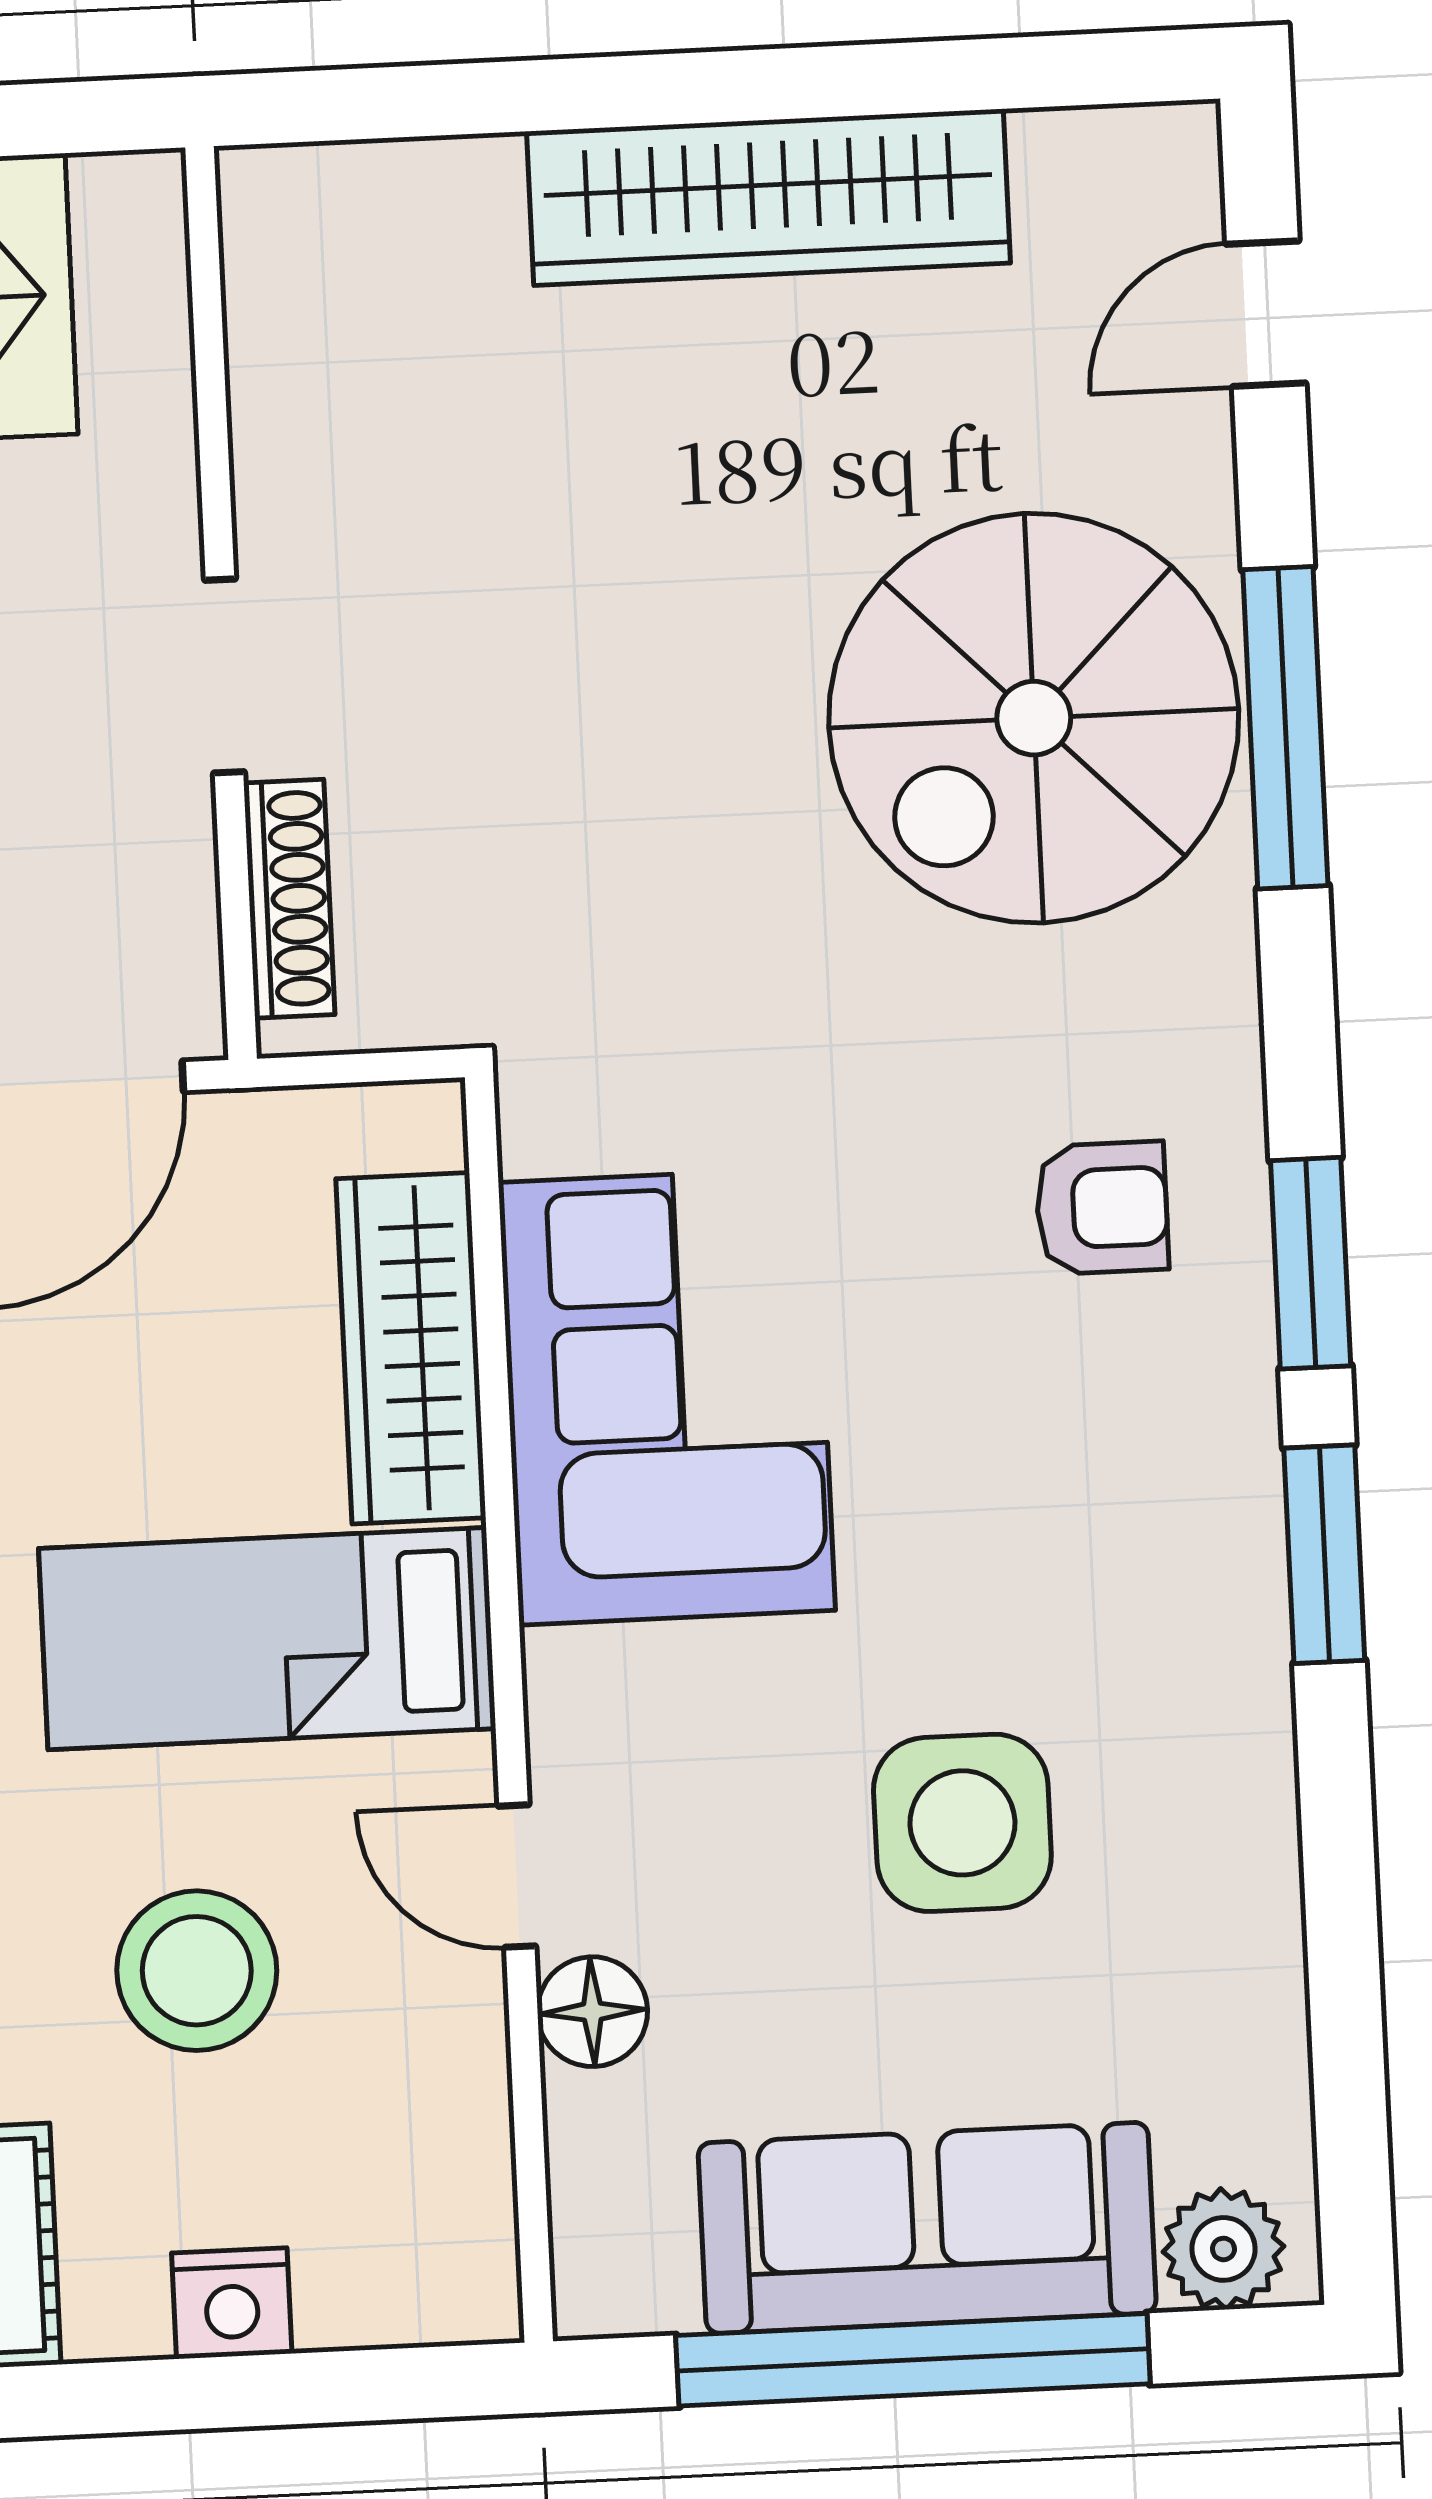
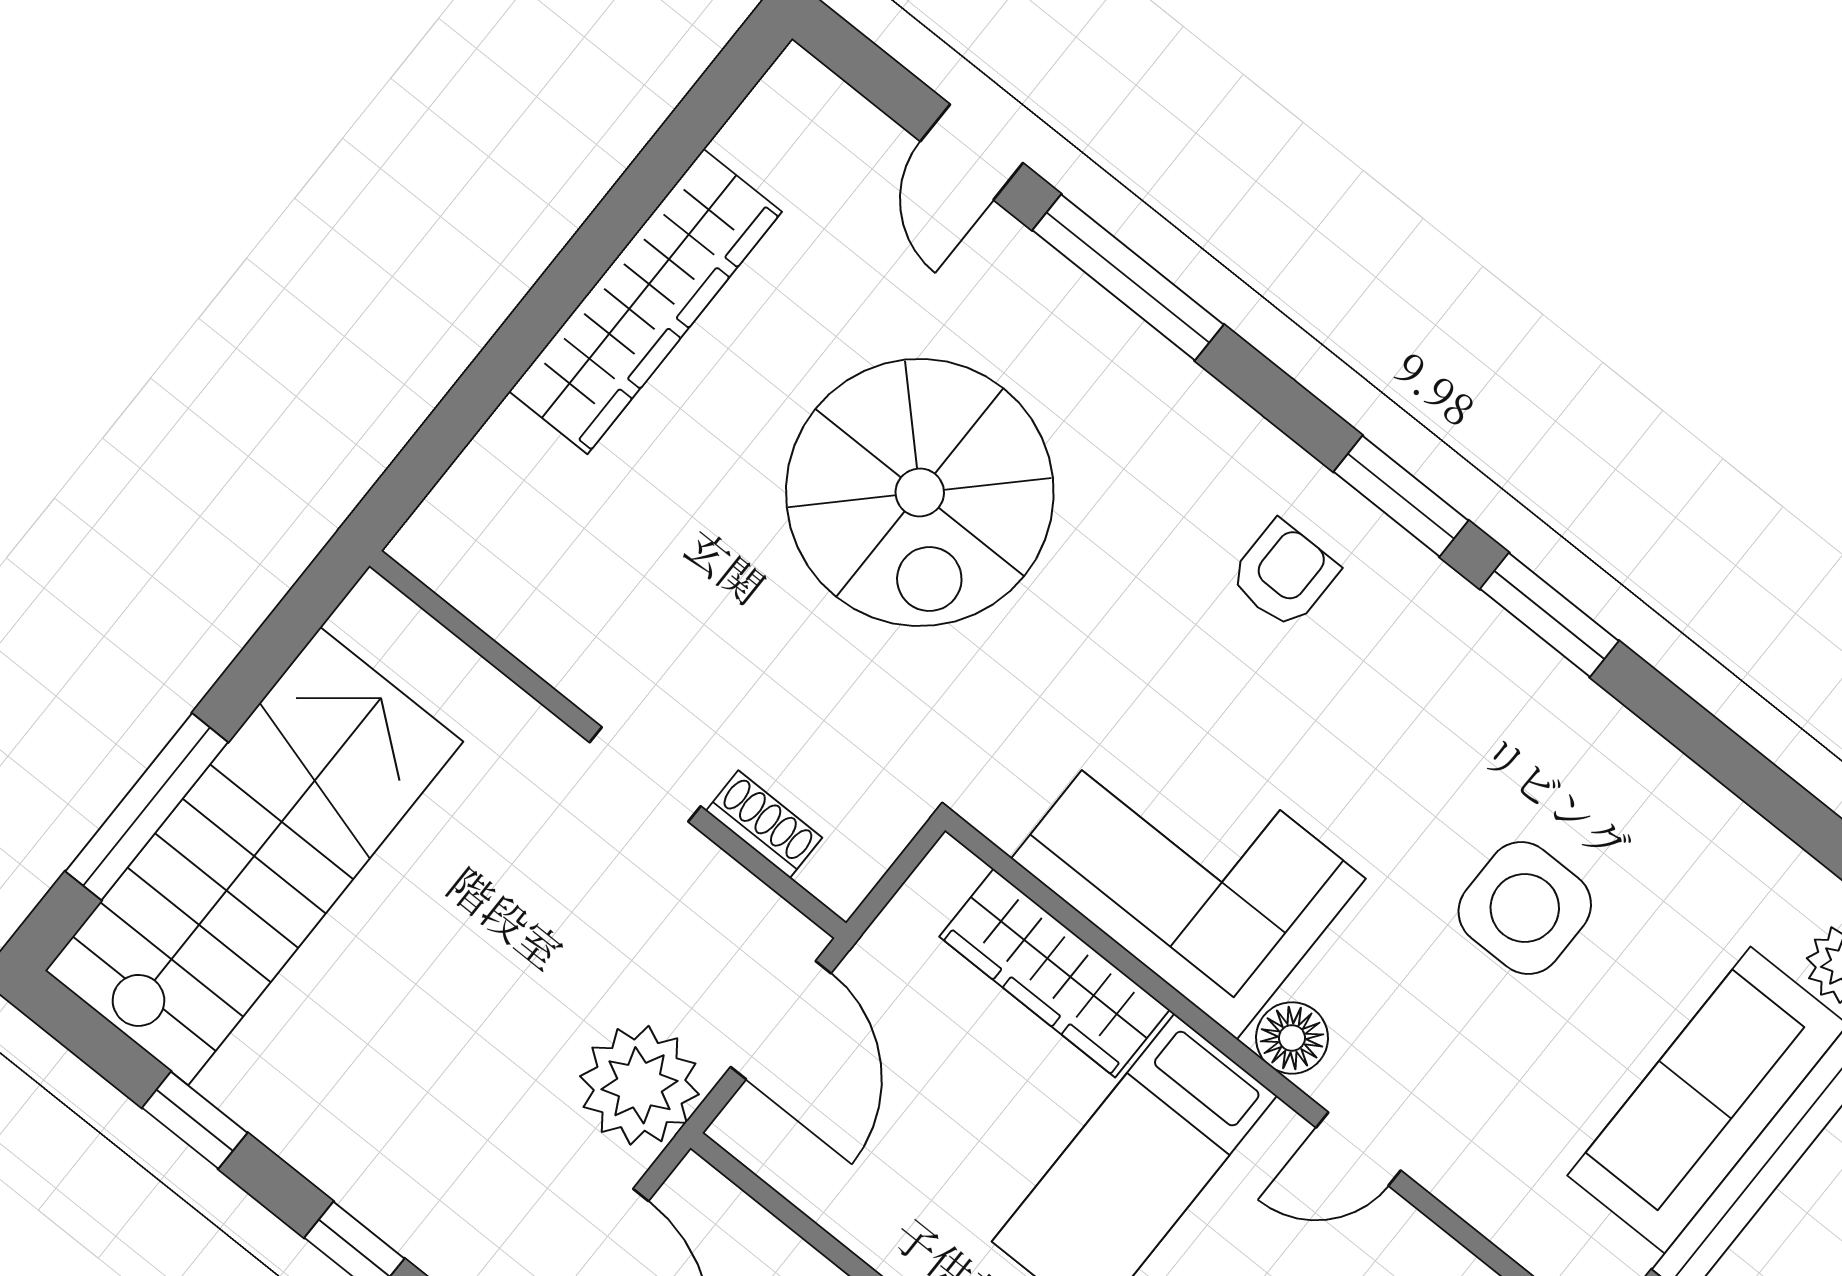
door: (1266, 314) -> (972, 152), moved
spiral stairs: (1034, 718) -> (920, 492), moved
shoe rack: (289, 899) -> (764, 824), width x0.70
floor lamp: (592, 2012) -> (1292, 1038), moved

